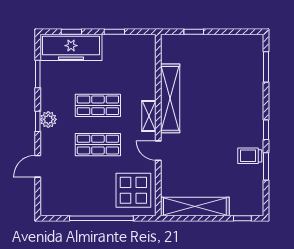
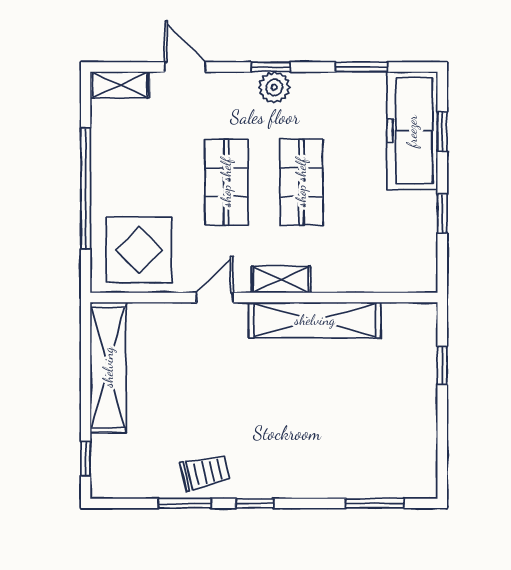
trolley: (250, 156) -> (205, 472), turned 77
shelving: (47, 200) -> (120, 85), added

